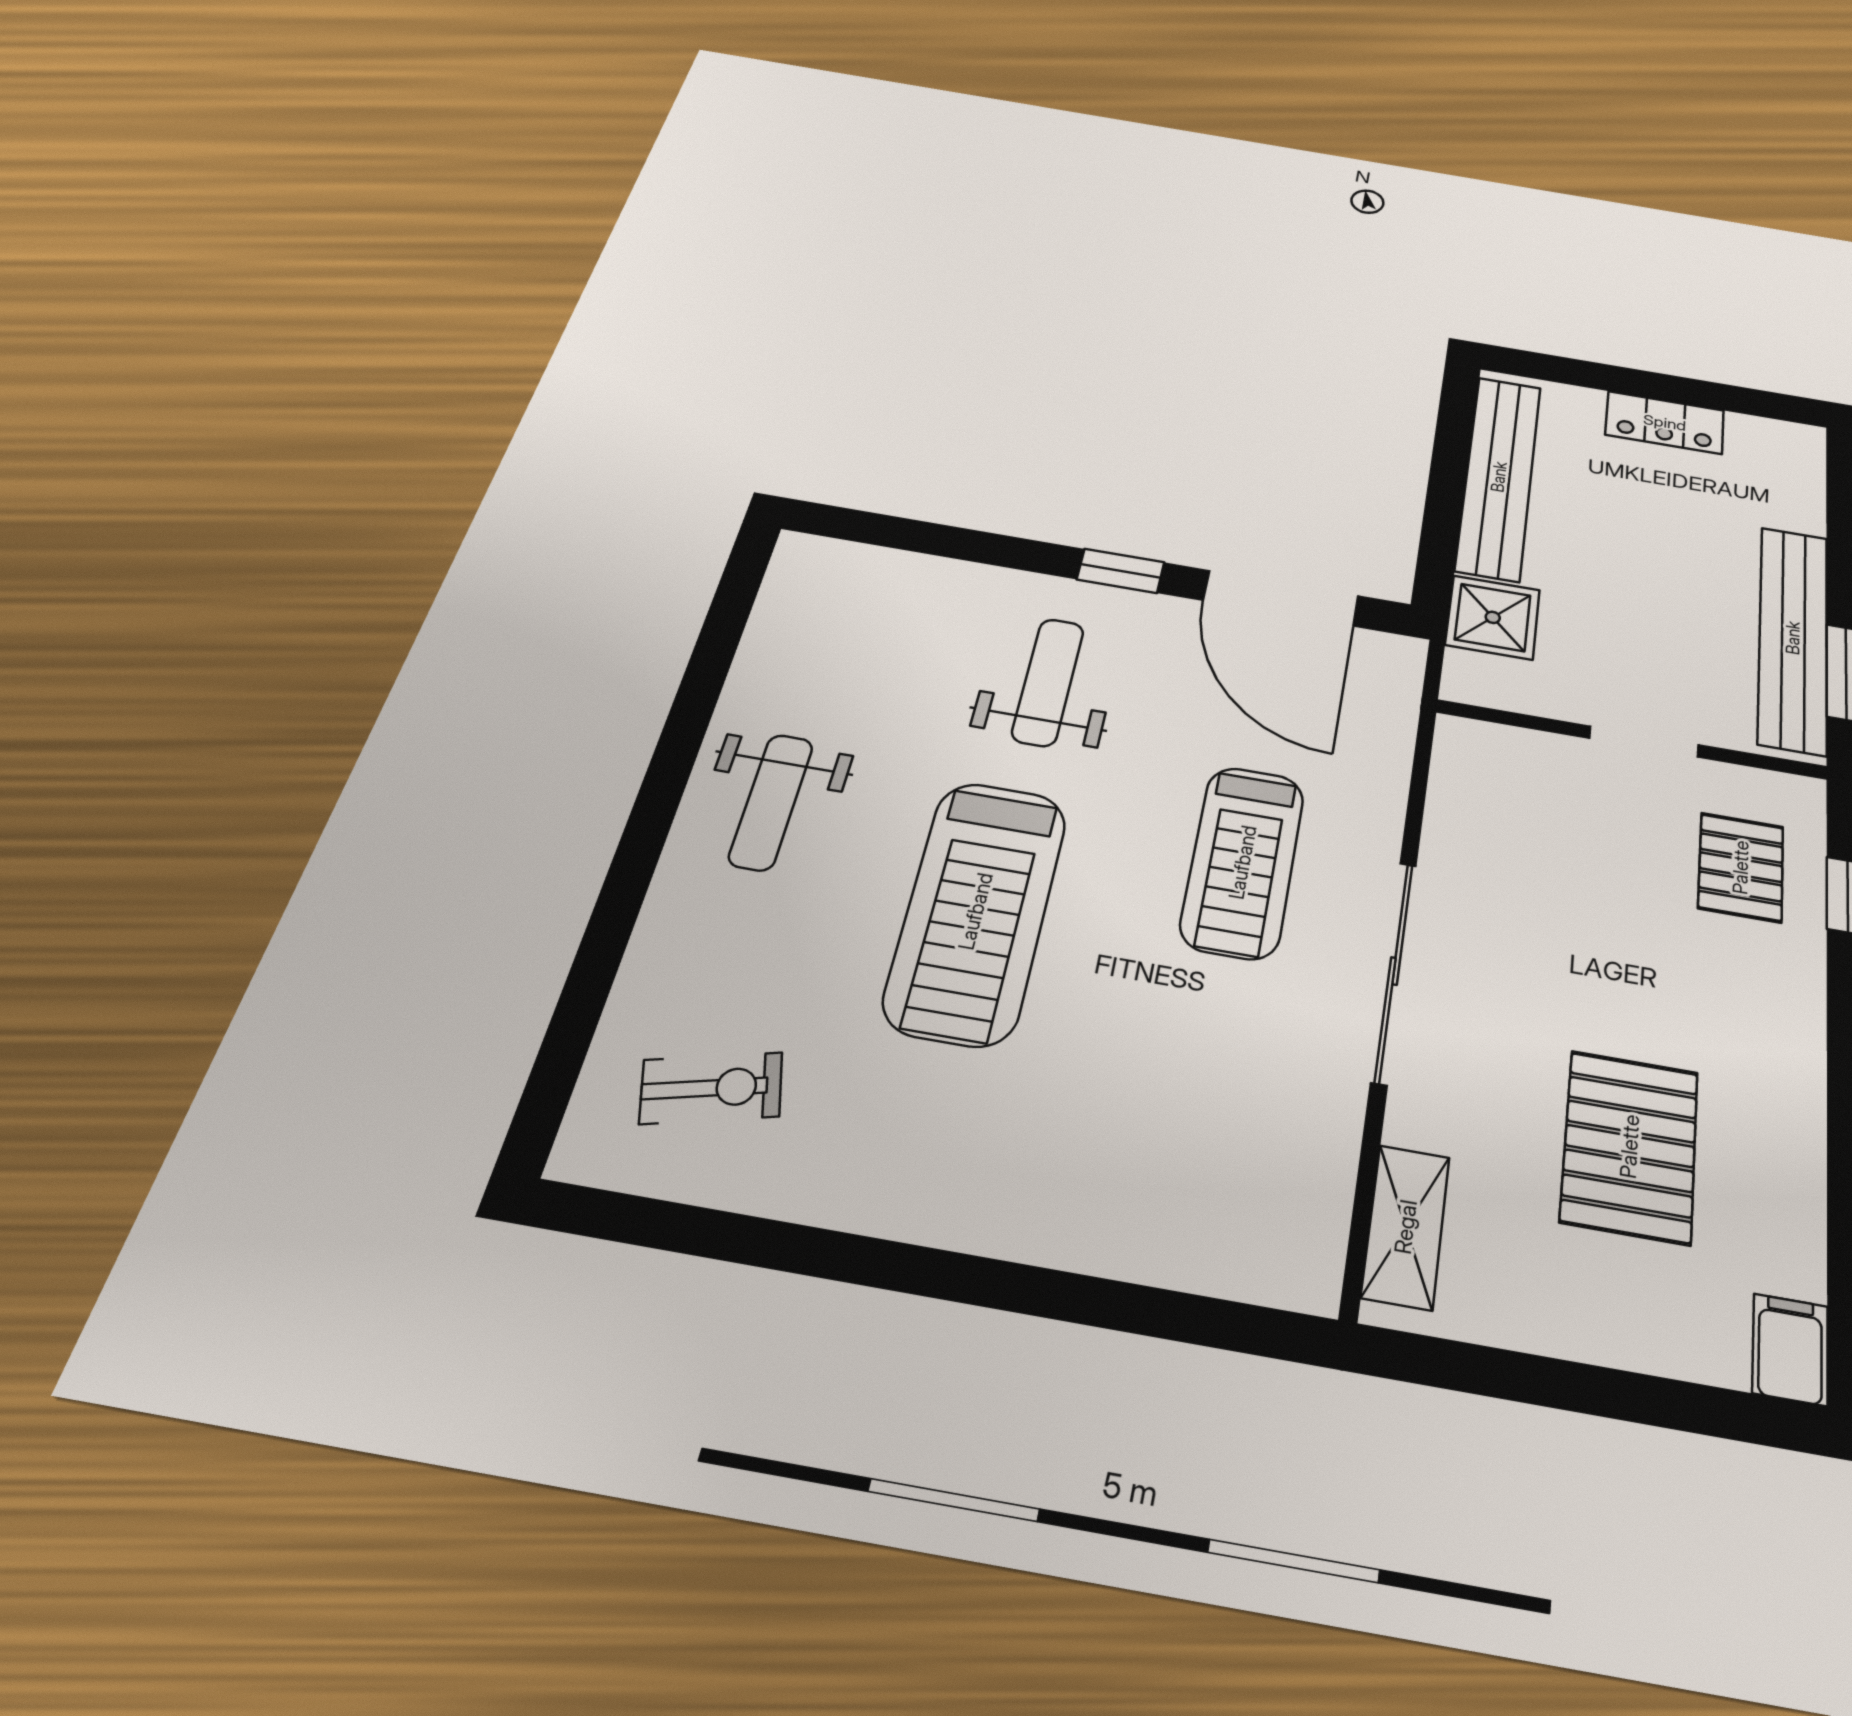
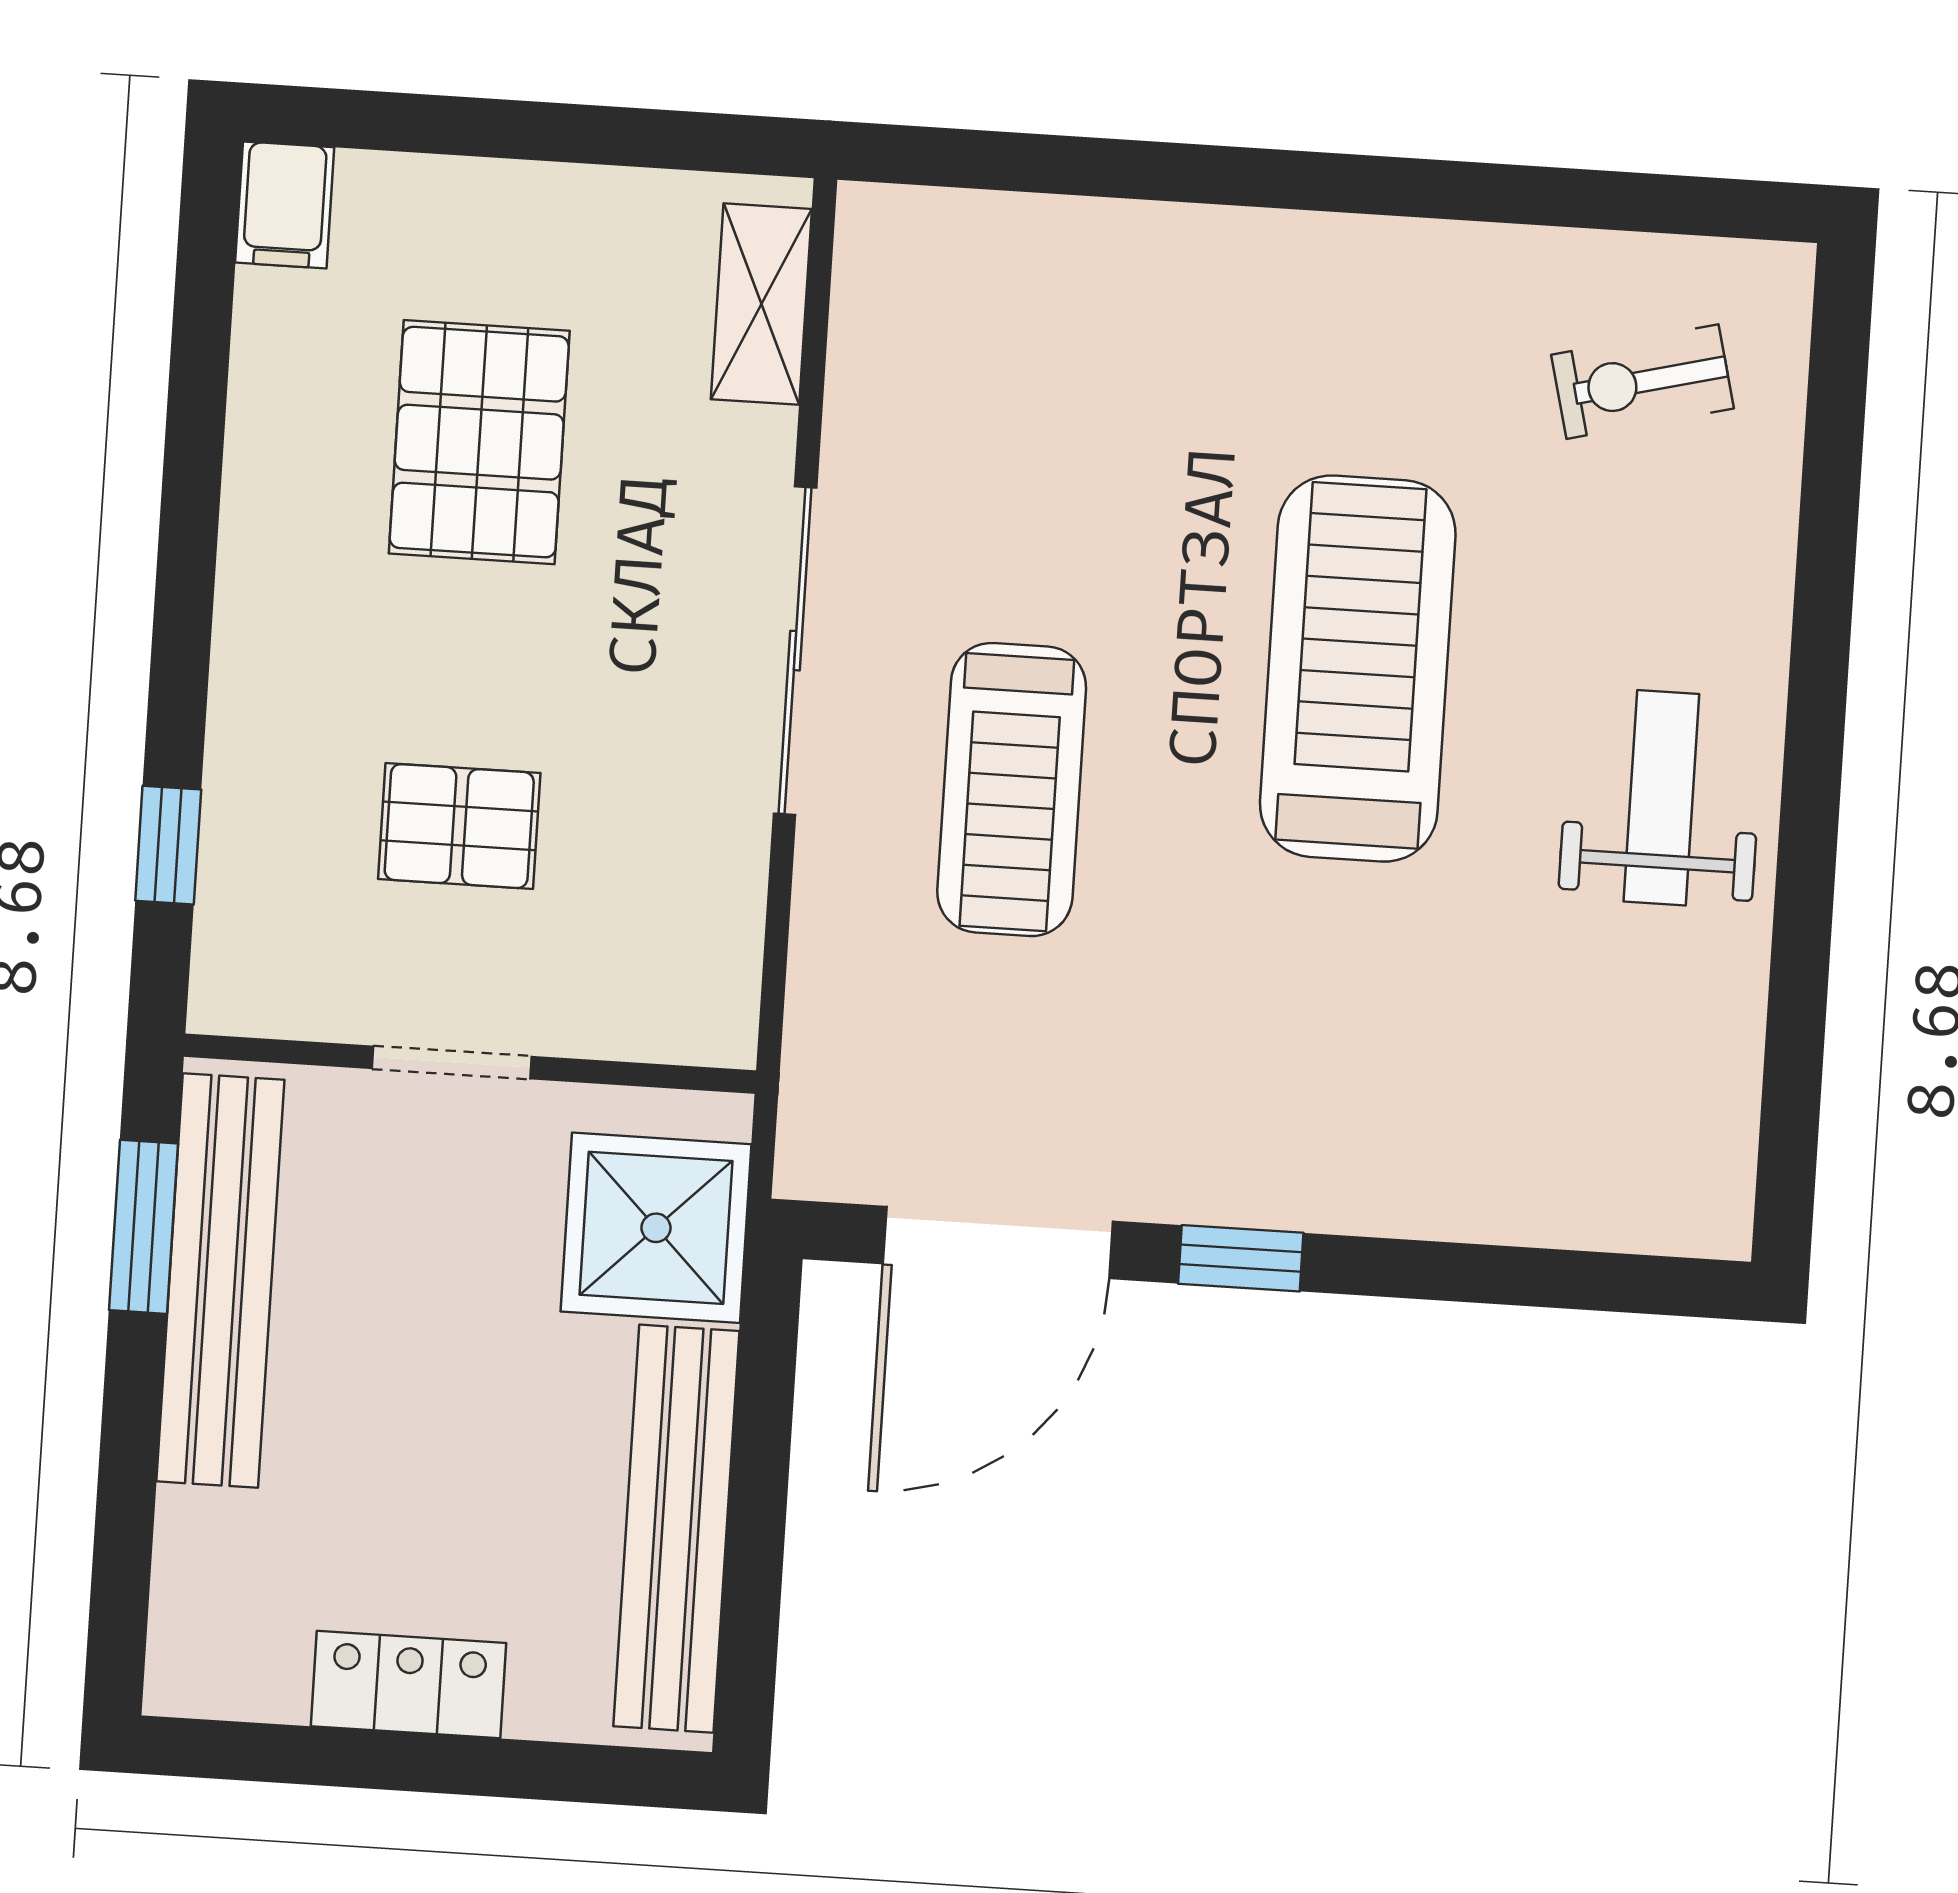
door: (1281, 598) -> (998, 1243), swing flipped
shower: (1493, 617) -> (656, 1228), width x1.36, depth x1.36
weight bench: (1048, 682) -> (1318, 1045), removed
treadmill: (1243, 862) -> (1012, 790), turned 180
pallet: (1741, 867) -> (459, 826), moved, turned 90

